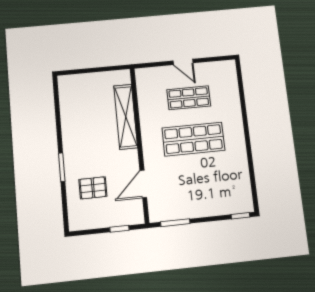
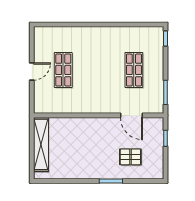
shelving: (126, 117) -> (41, 144), moved, turned 90
shop shelf: (193, 139) -> (134, 70), moved, width x0.70, depth x0.74
pallet: (93, 188) -> (130, 157), turned 90

